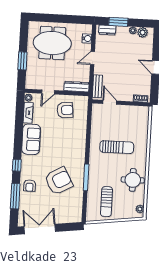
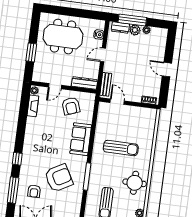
window: (118, 22) -> (132, 20), width x1.44
plant: (143, 32) -> (135, 30), moved
armchair: (65, 110) -> (71, 106), turned 76
sofa: (31, 139) -> (81, 139), moved, turned 180
armchair: (30, 186) -> (34, 191), moved

